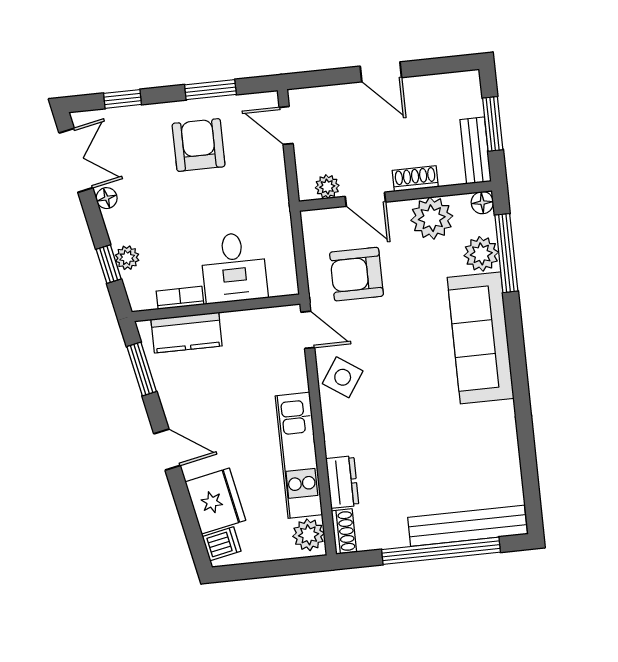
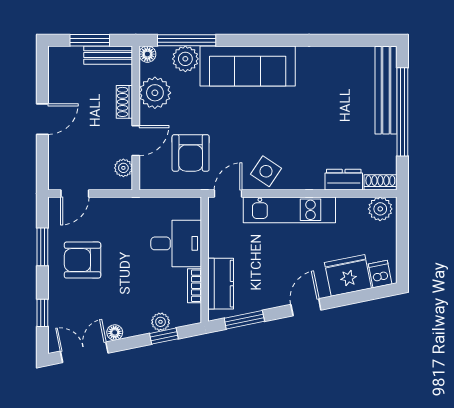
kitchen unit: (299, 455) -> (289, 210), moved

